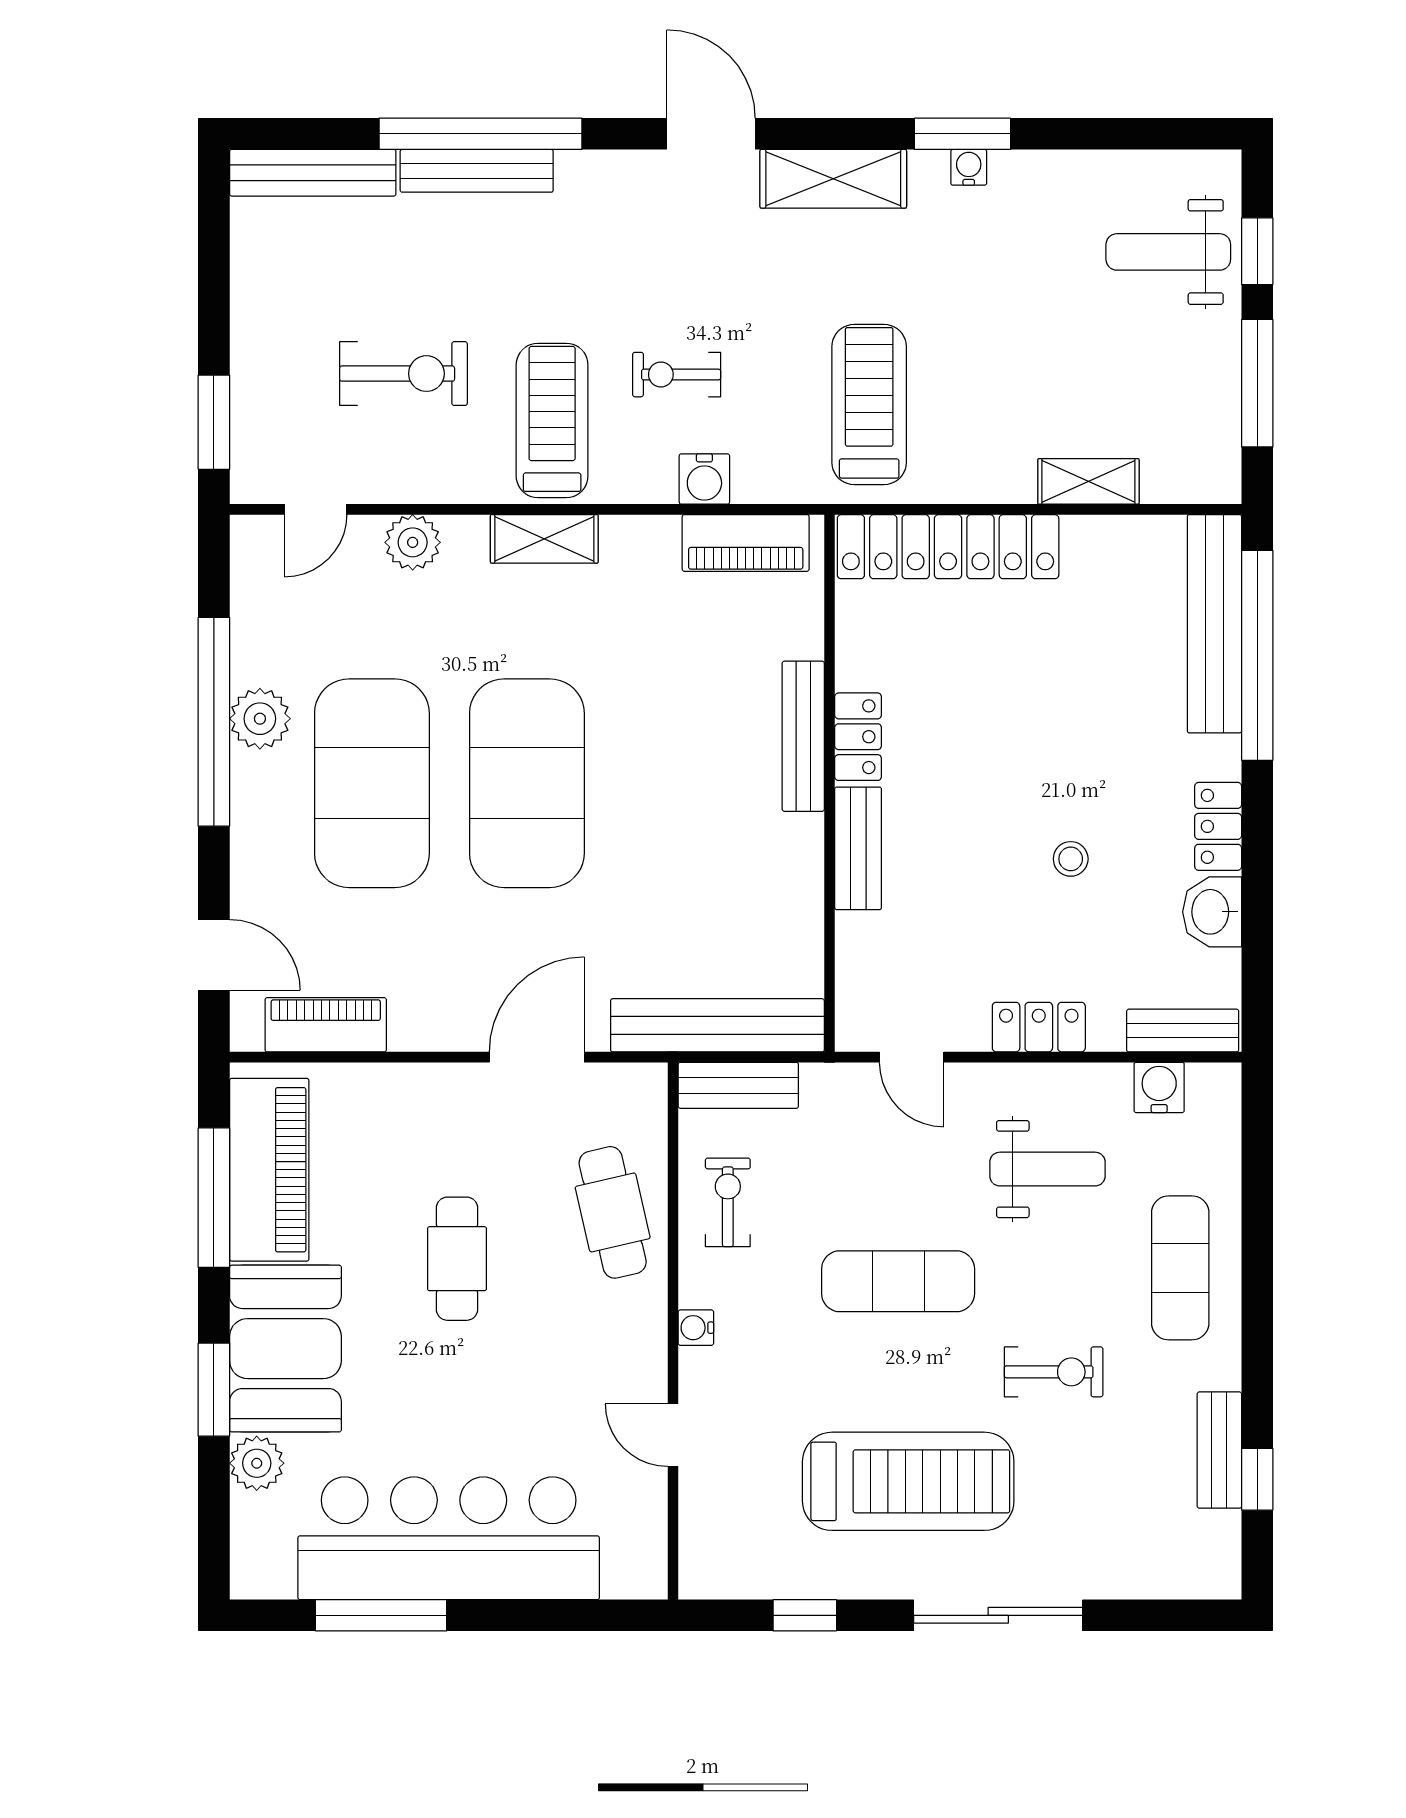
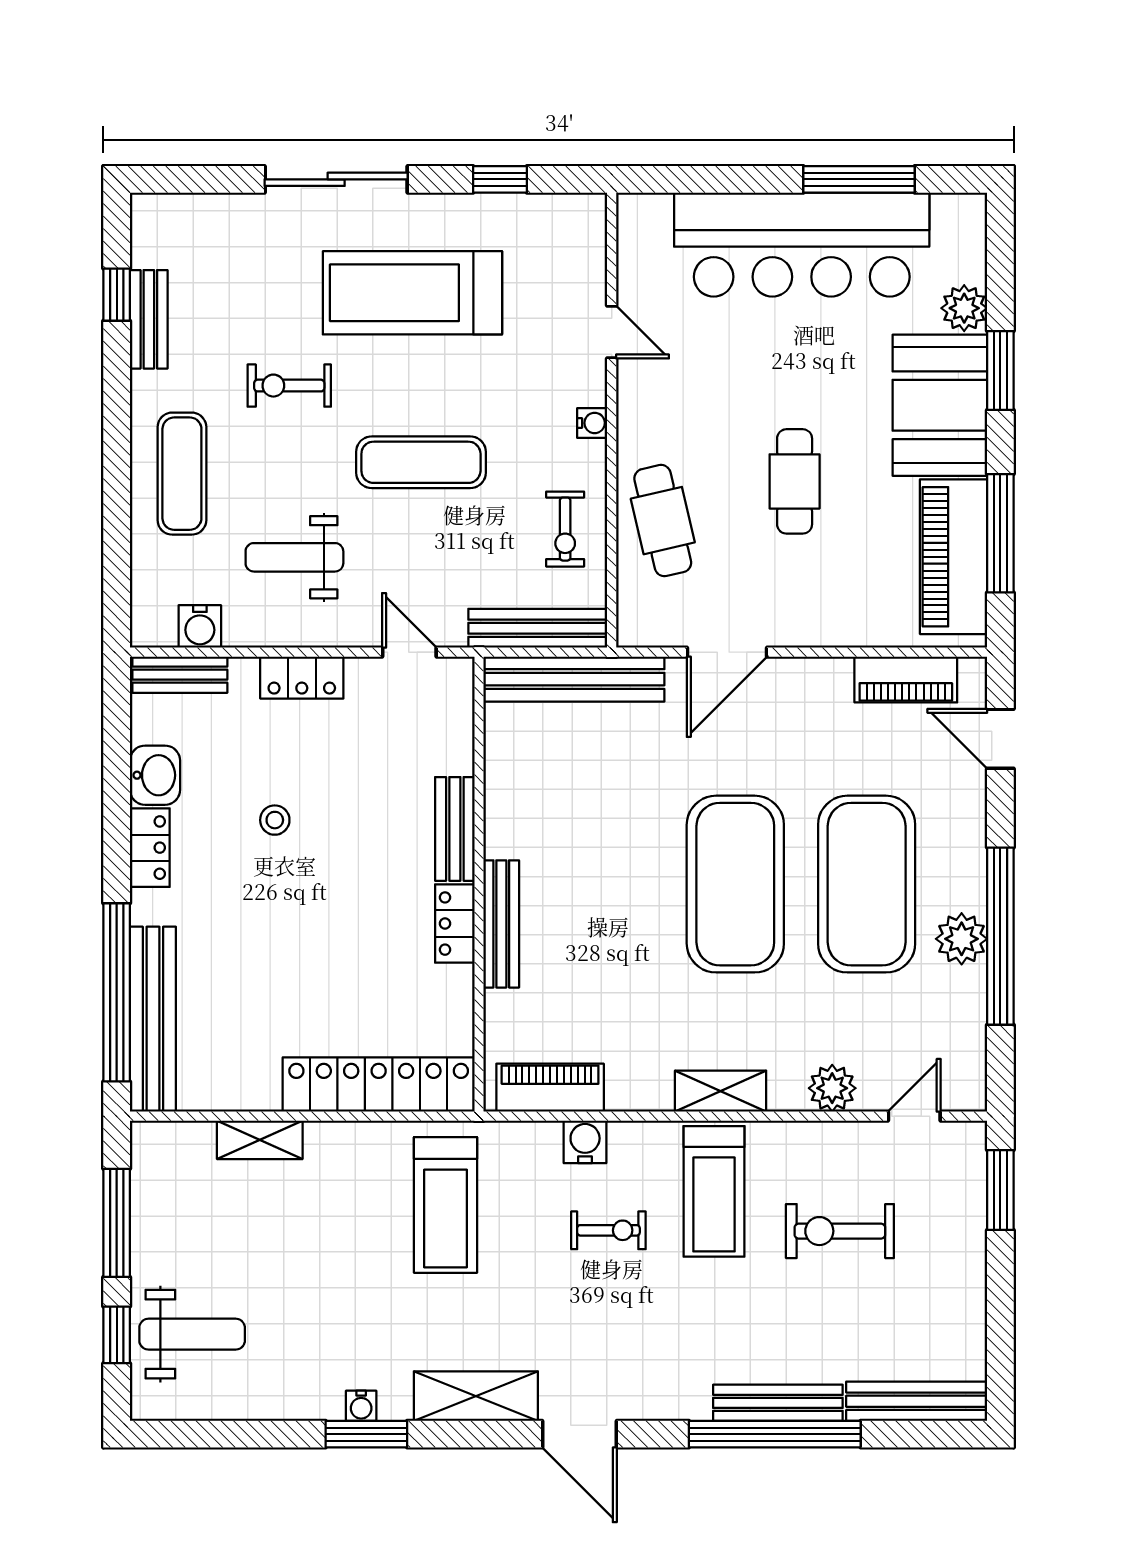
bench: (738, 1085) -> (538, 628), width x1.36

